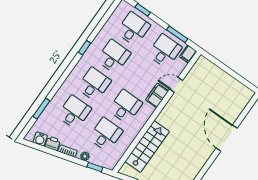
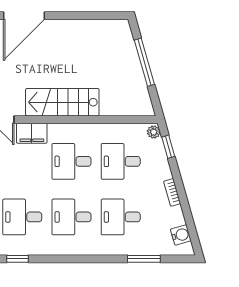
window: (85, 48) -> (17, 259), moved
printer: (53, 143) -> (176, 216), removed
stairs: (147, 147) -> (62, 102), moved
plant: (85, 156) -> (154, 132), moved

